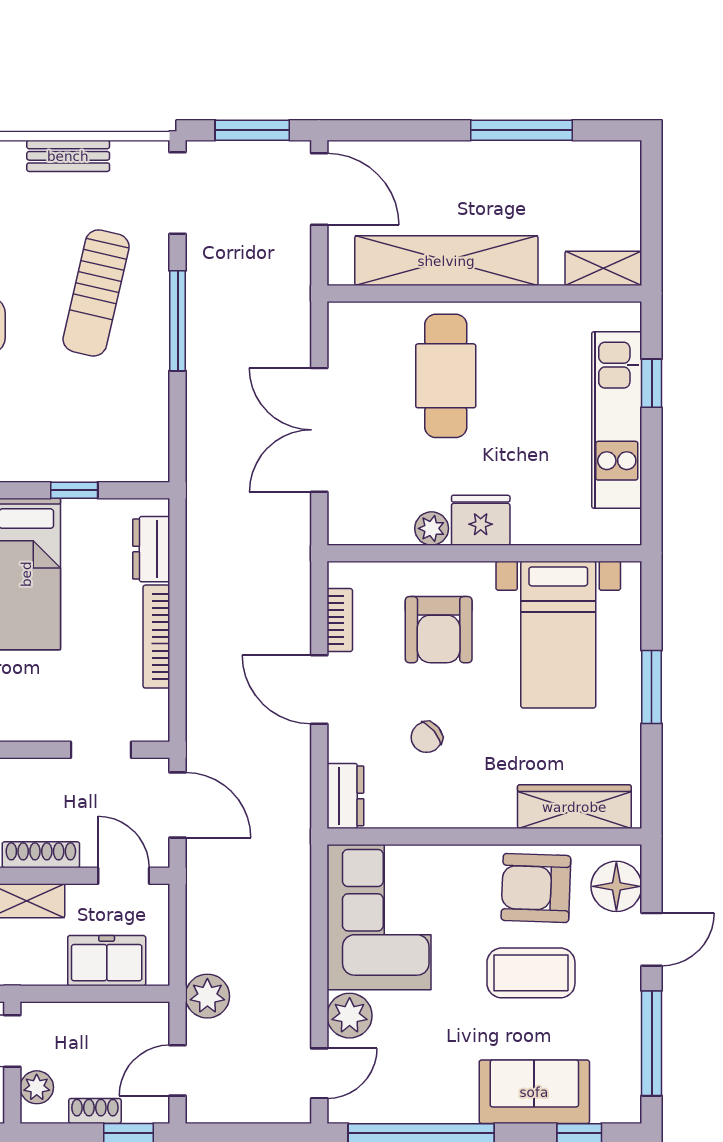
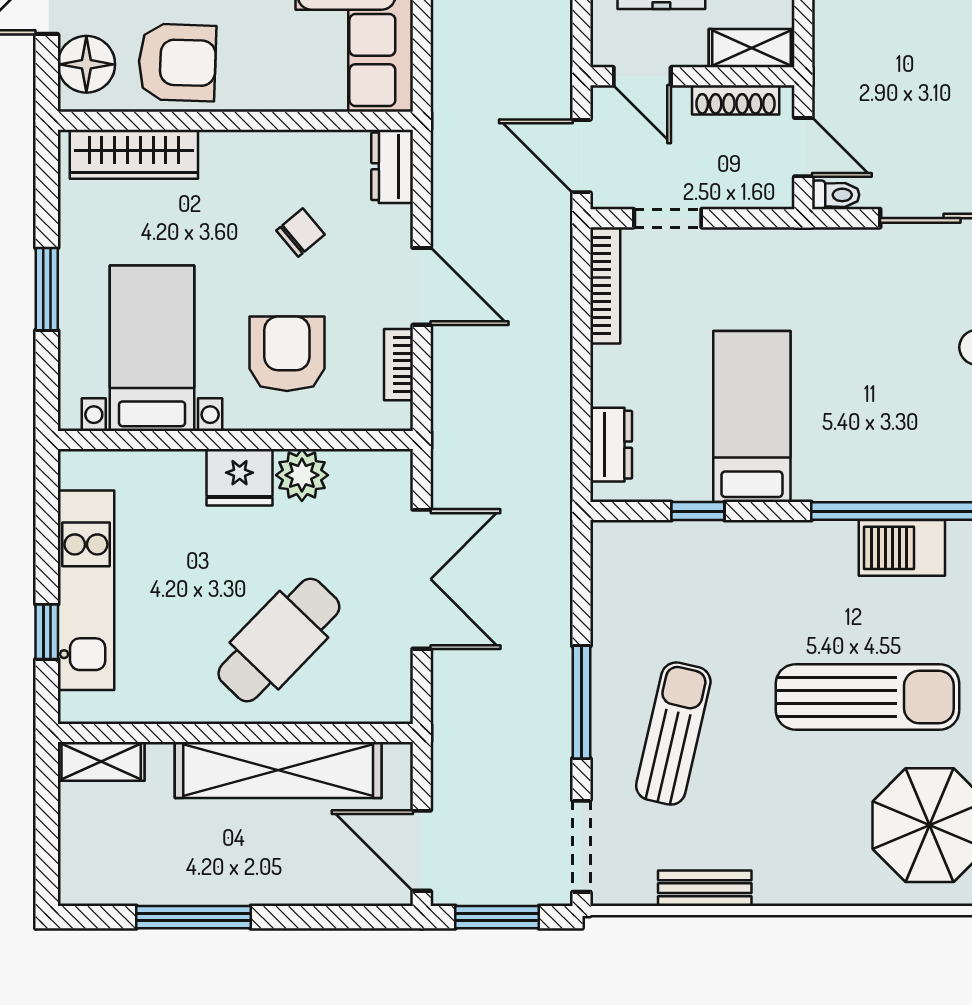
cafe table: (446, 376) -> (279, 640), turned 44
plant: (432, 528) -> (302, 475), width x1.38, depth x1.38
bookcase: (156, 637) -> (605, 285), moved

